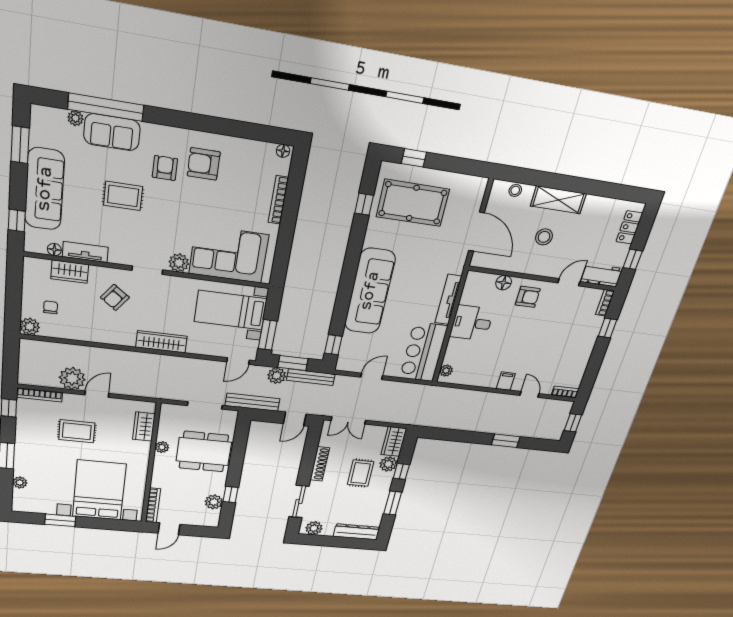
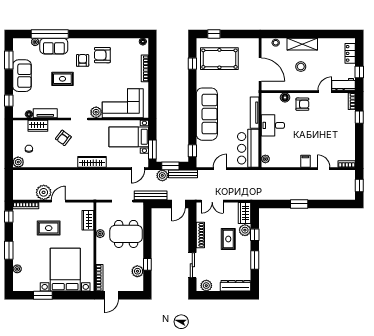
sofa: (45, 189) -> (22, 76), width x0.73
window: (506, 441) -> (299, 204), moved

